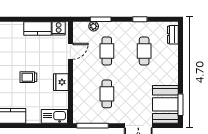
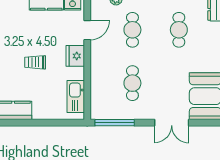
fridge: (61, 82) -> (75, 56), moved
kitchen sink: (54, 116) -> (76, 97), moved, turned -90

